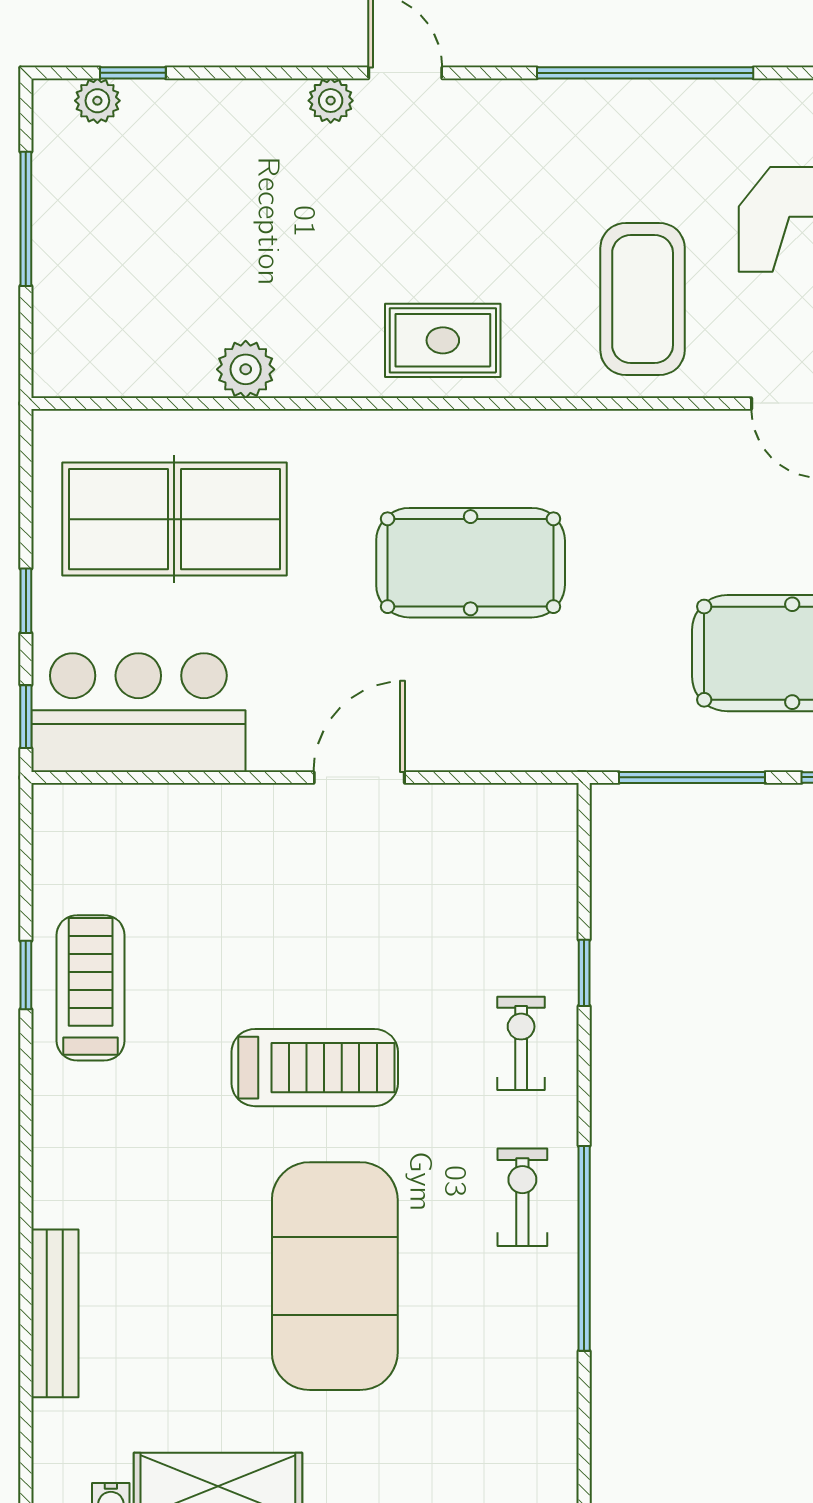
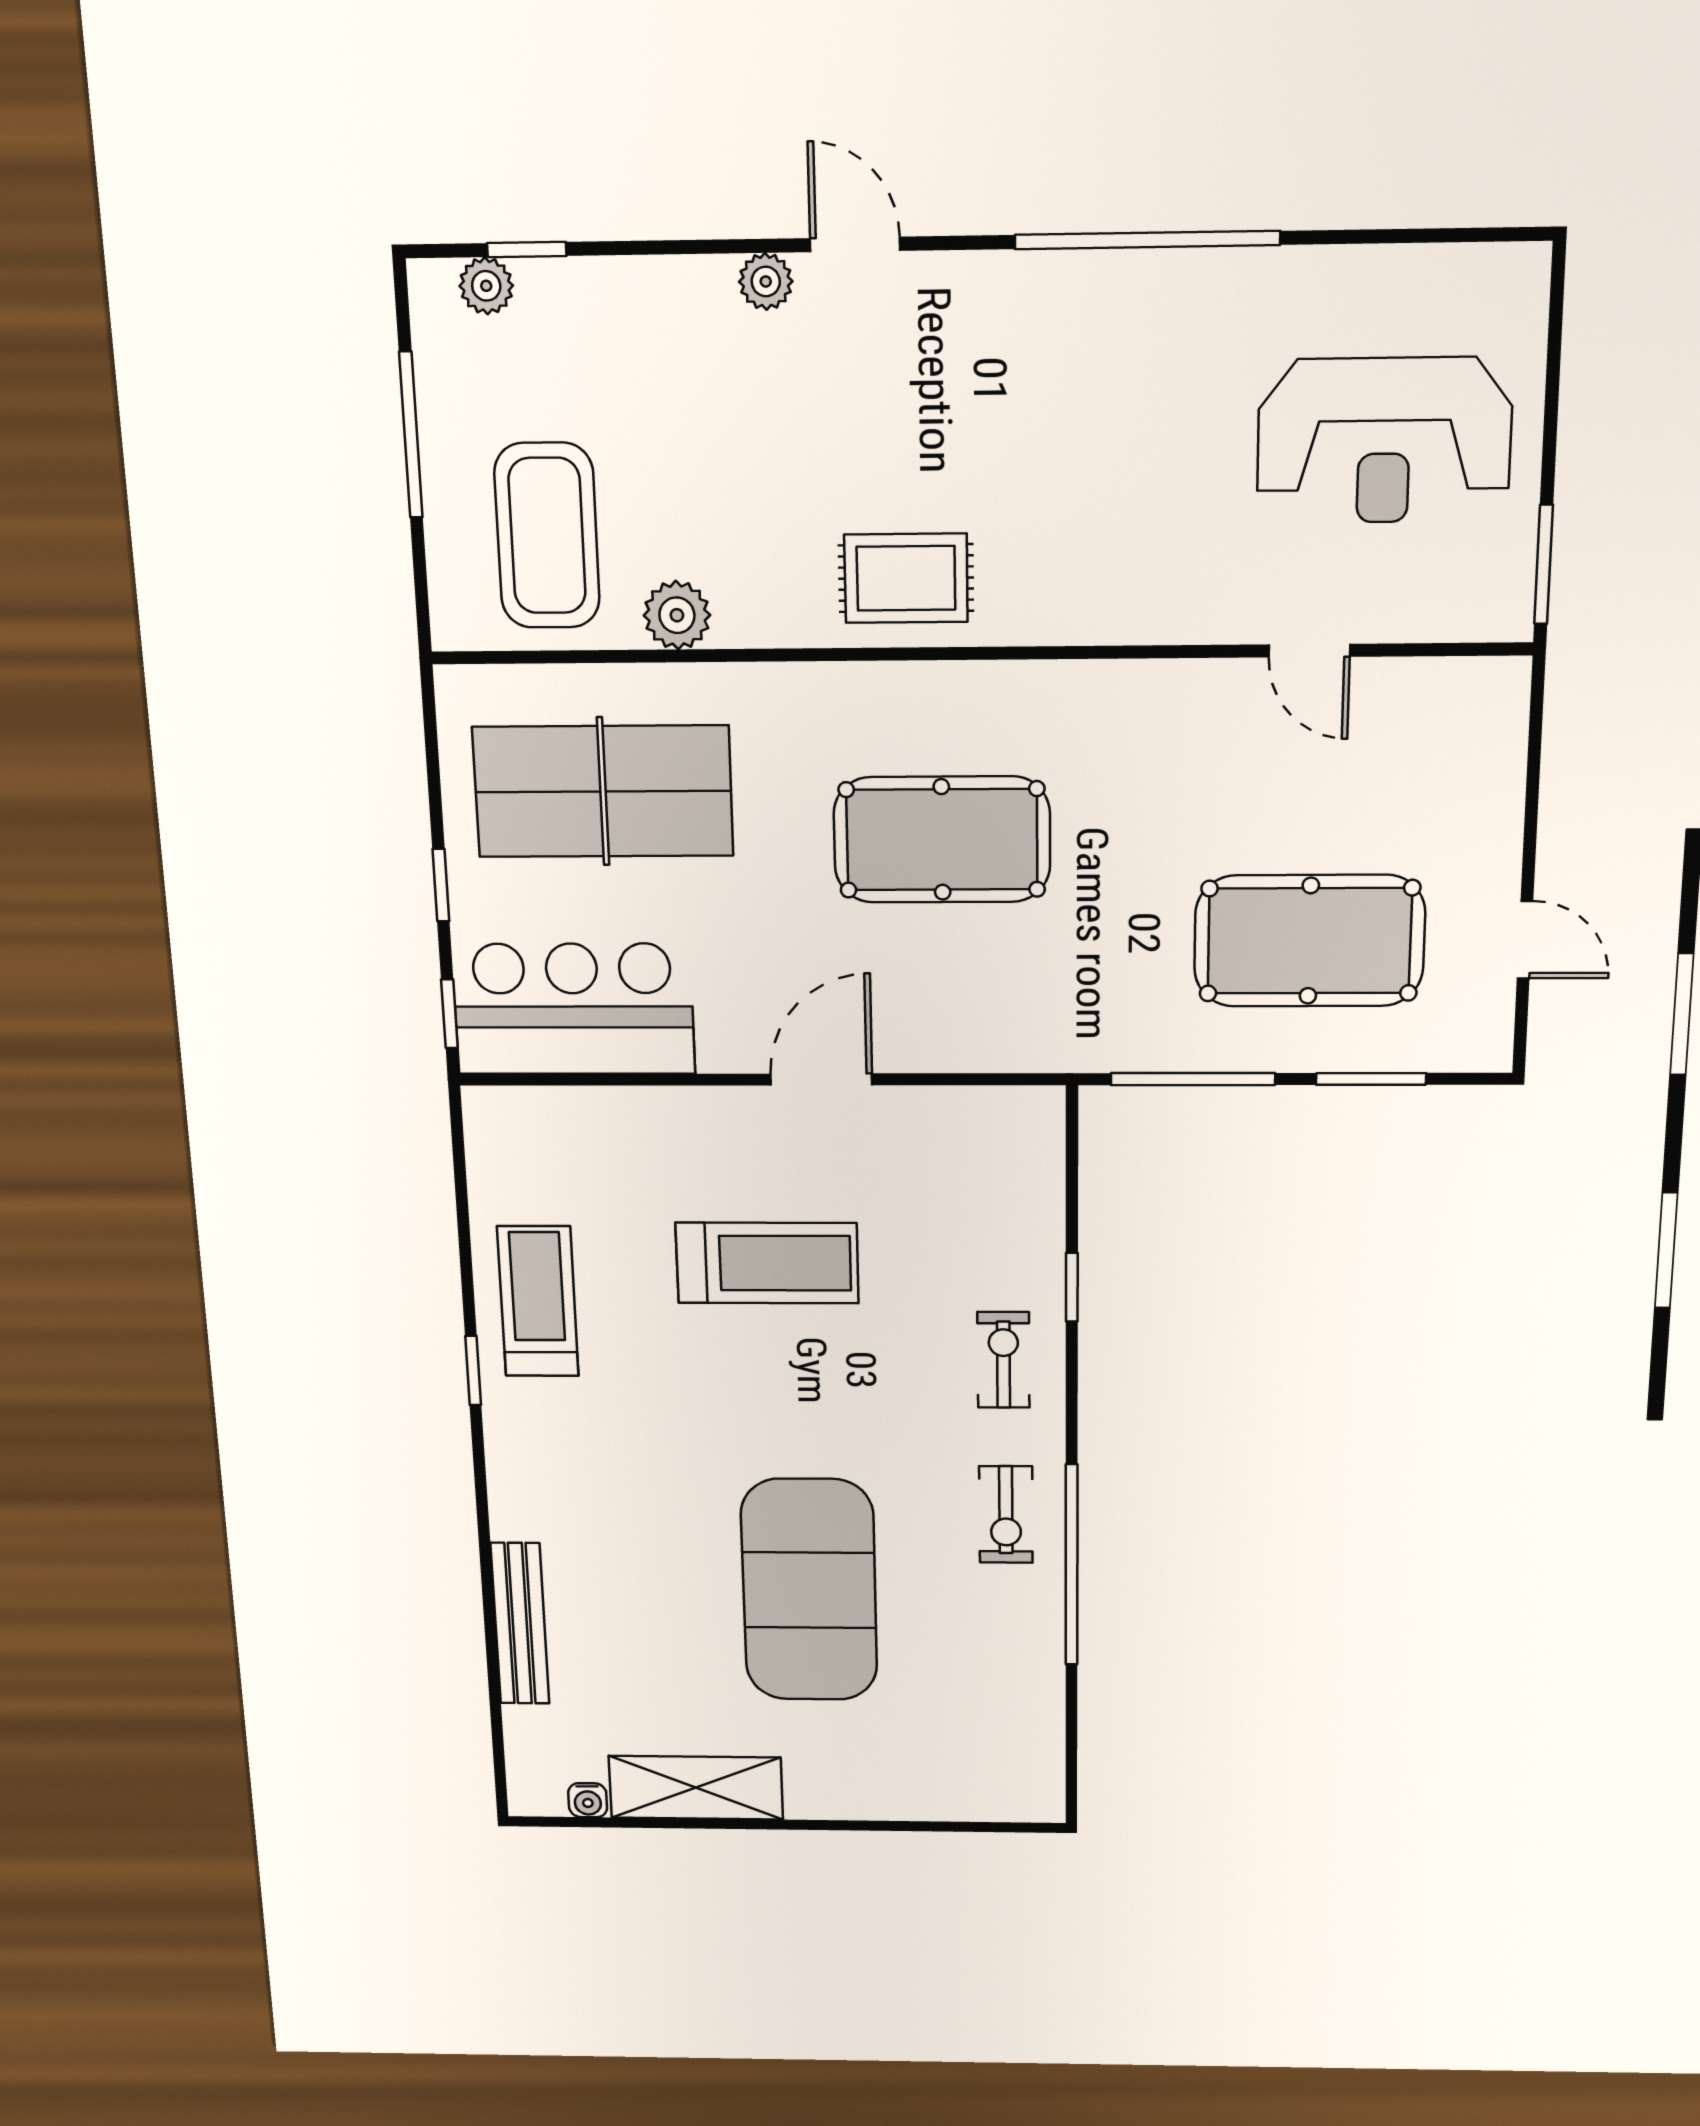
coffee table: (643, 299) -> (547, 536), moved
window: (26, 975) -> (473, 1371), moved
treadmill: (315, 1068) -> (767, 1263), moved
exercise bike: (522, 1197) -> (1006, 1515), turned 180

